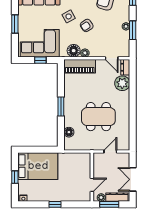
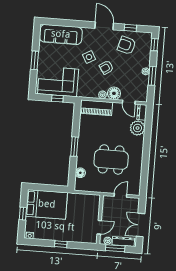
floor lamp: (74, 51) -> (114, 93), moved

